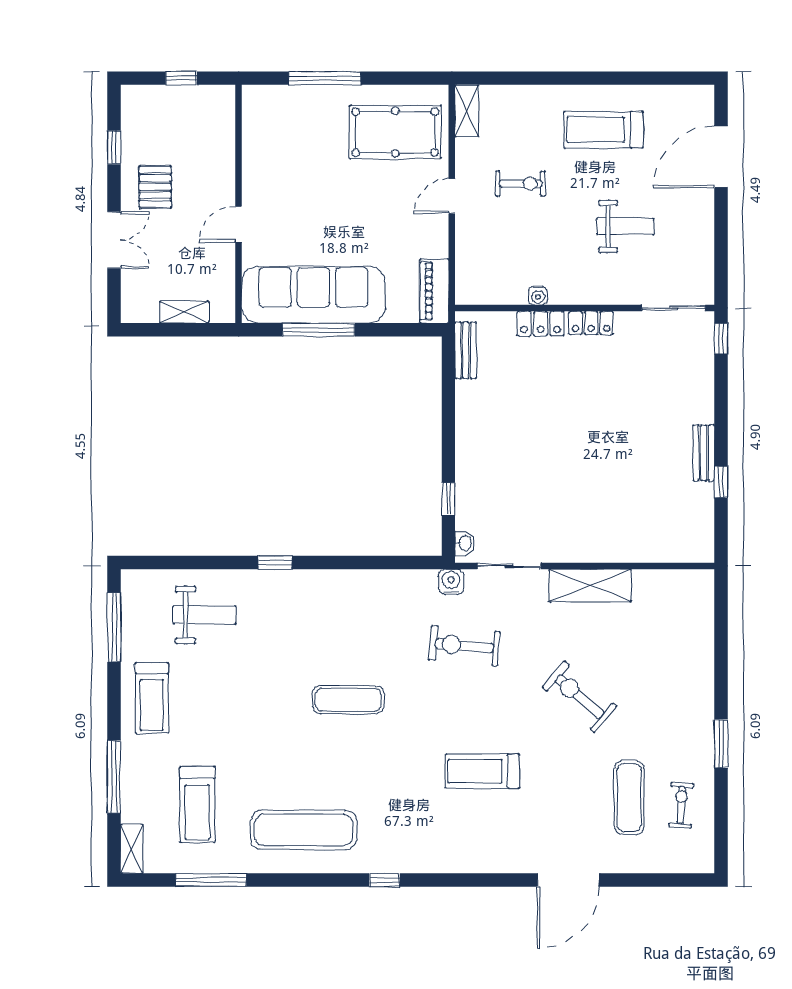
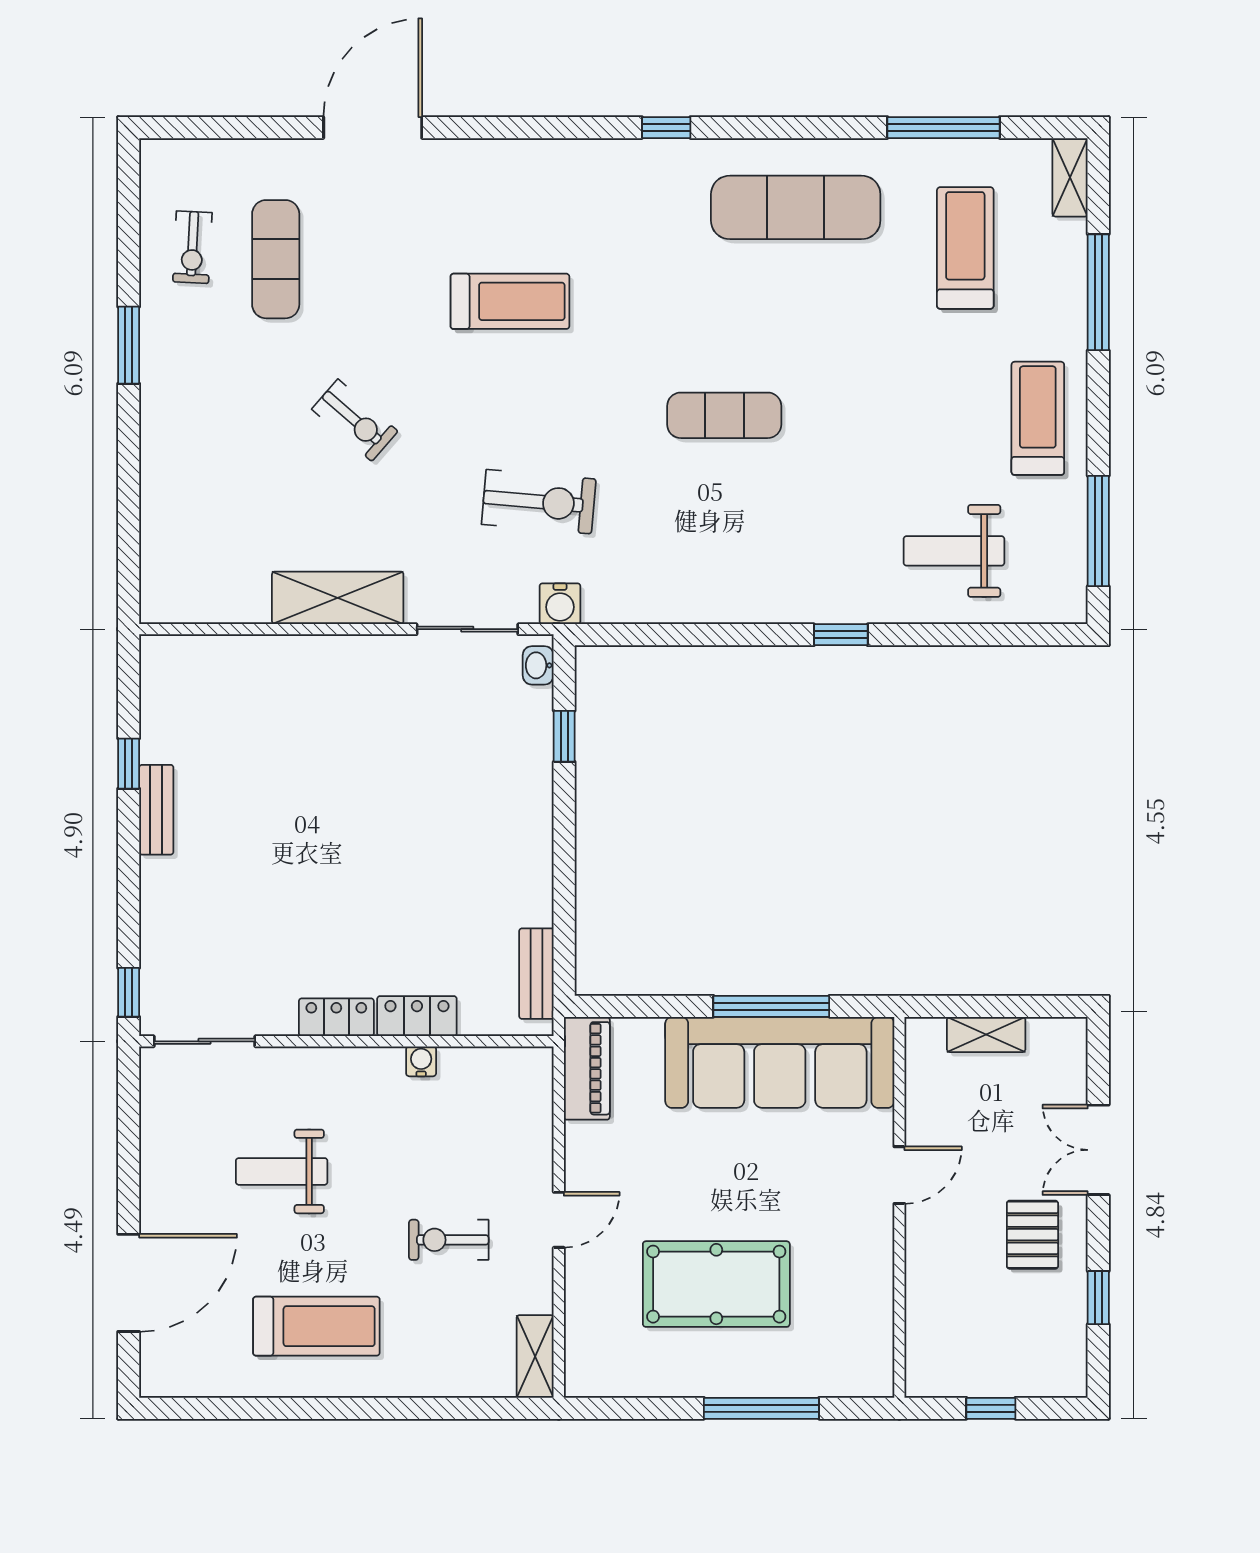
pool table: (395, 132) -> (716, 1284), moved
exercise bike: (579, 697) -> (355, 420), width x0.73, depth x0.72

